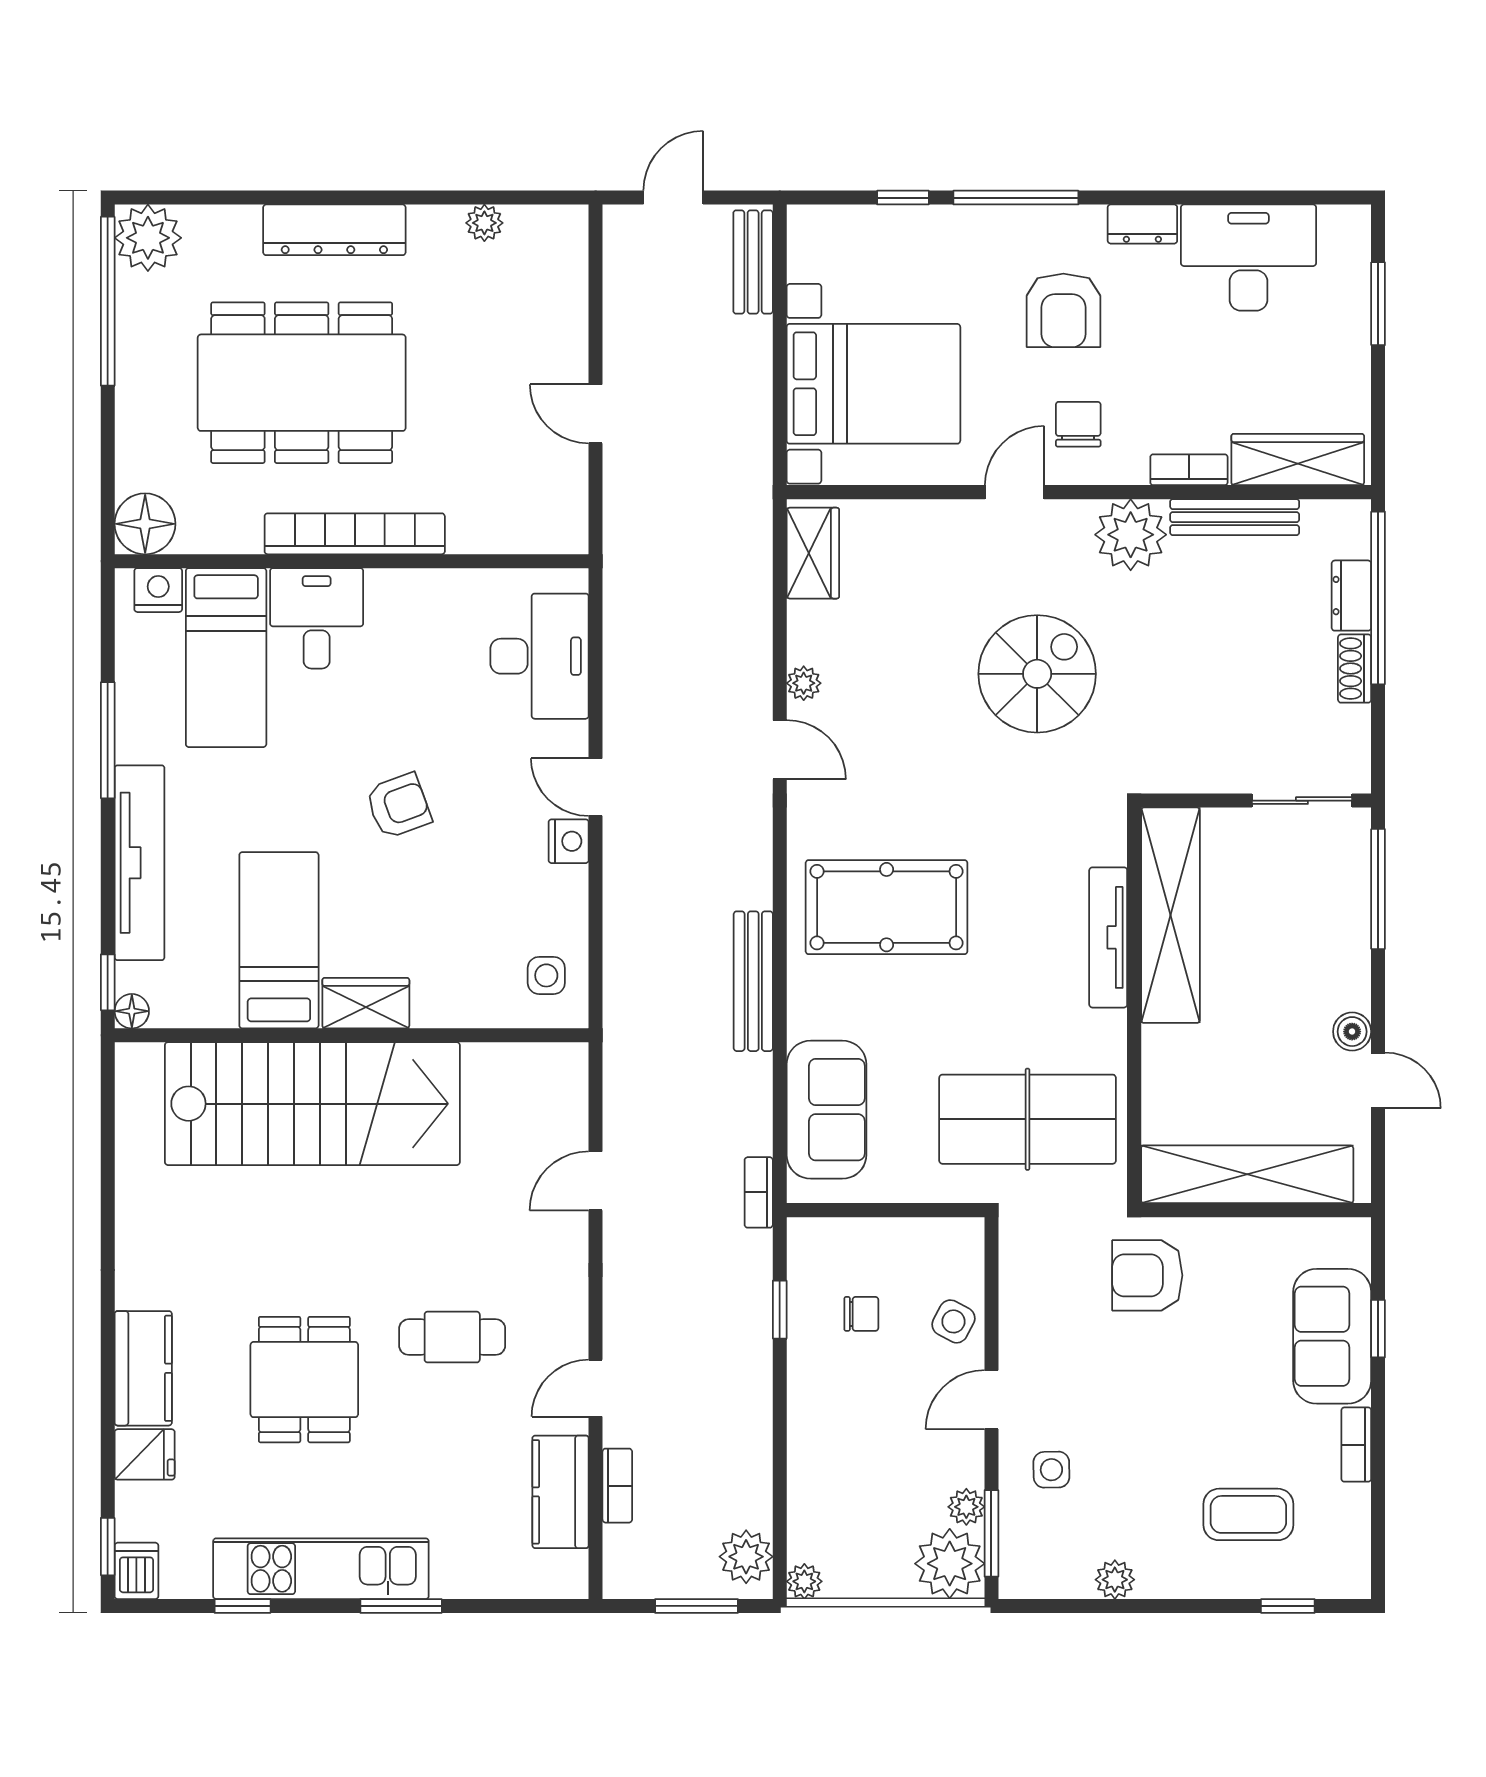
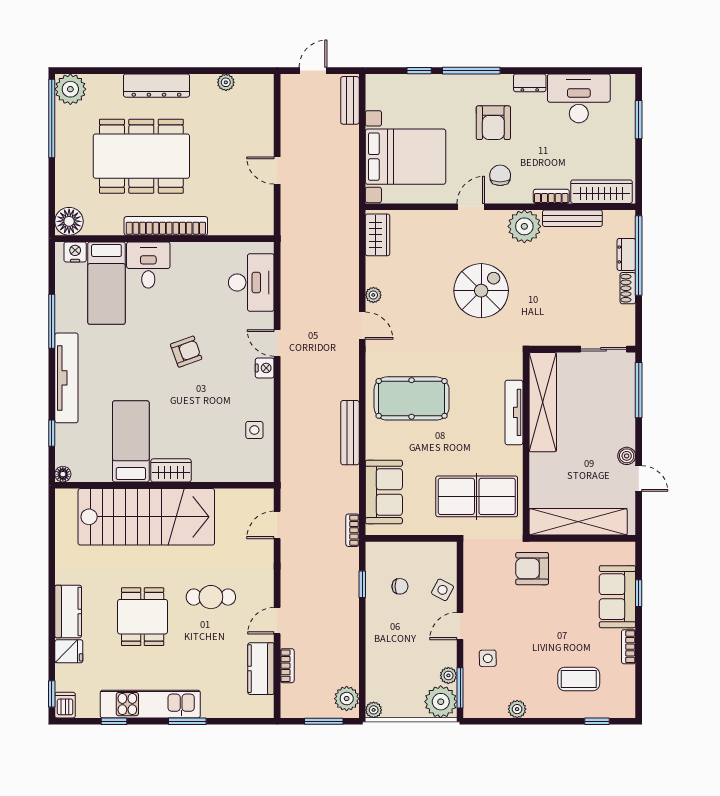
bed: (279, 940) -> (131, 441), moved
wardrobe: (366, 1003) -> (171, 470), moved
floor lamp: (132, 1011) -> (63, 474), moved
wall: (352, 1035) -> (164, 485), moved
stairs: (312, 1104) -> (146, 517), moved

